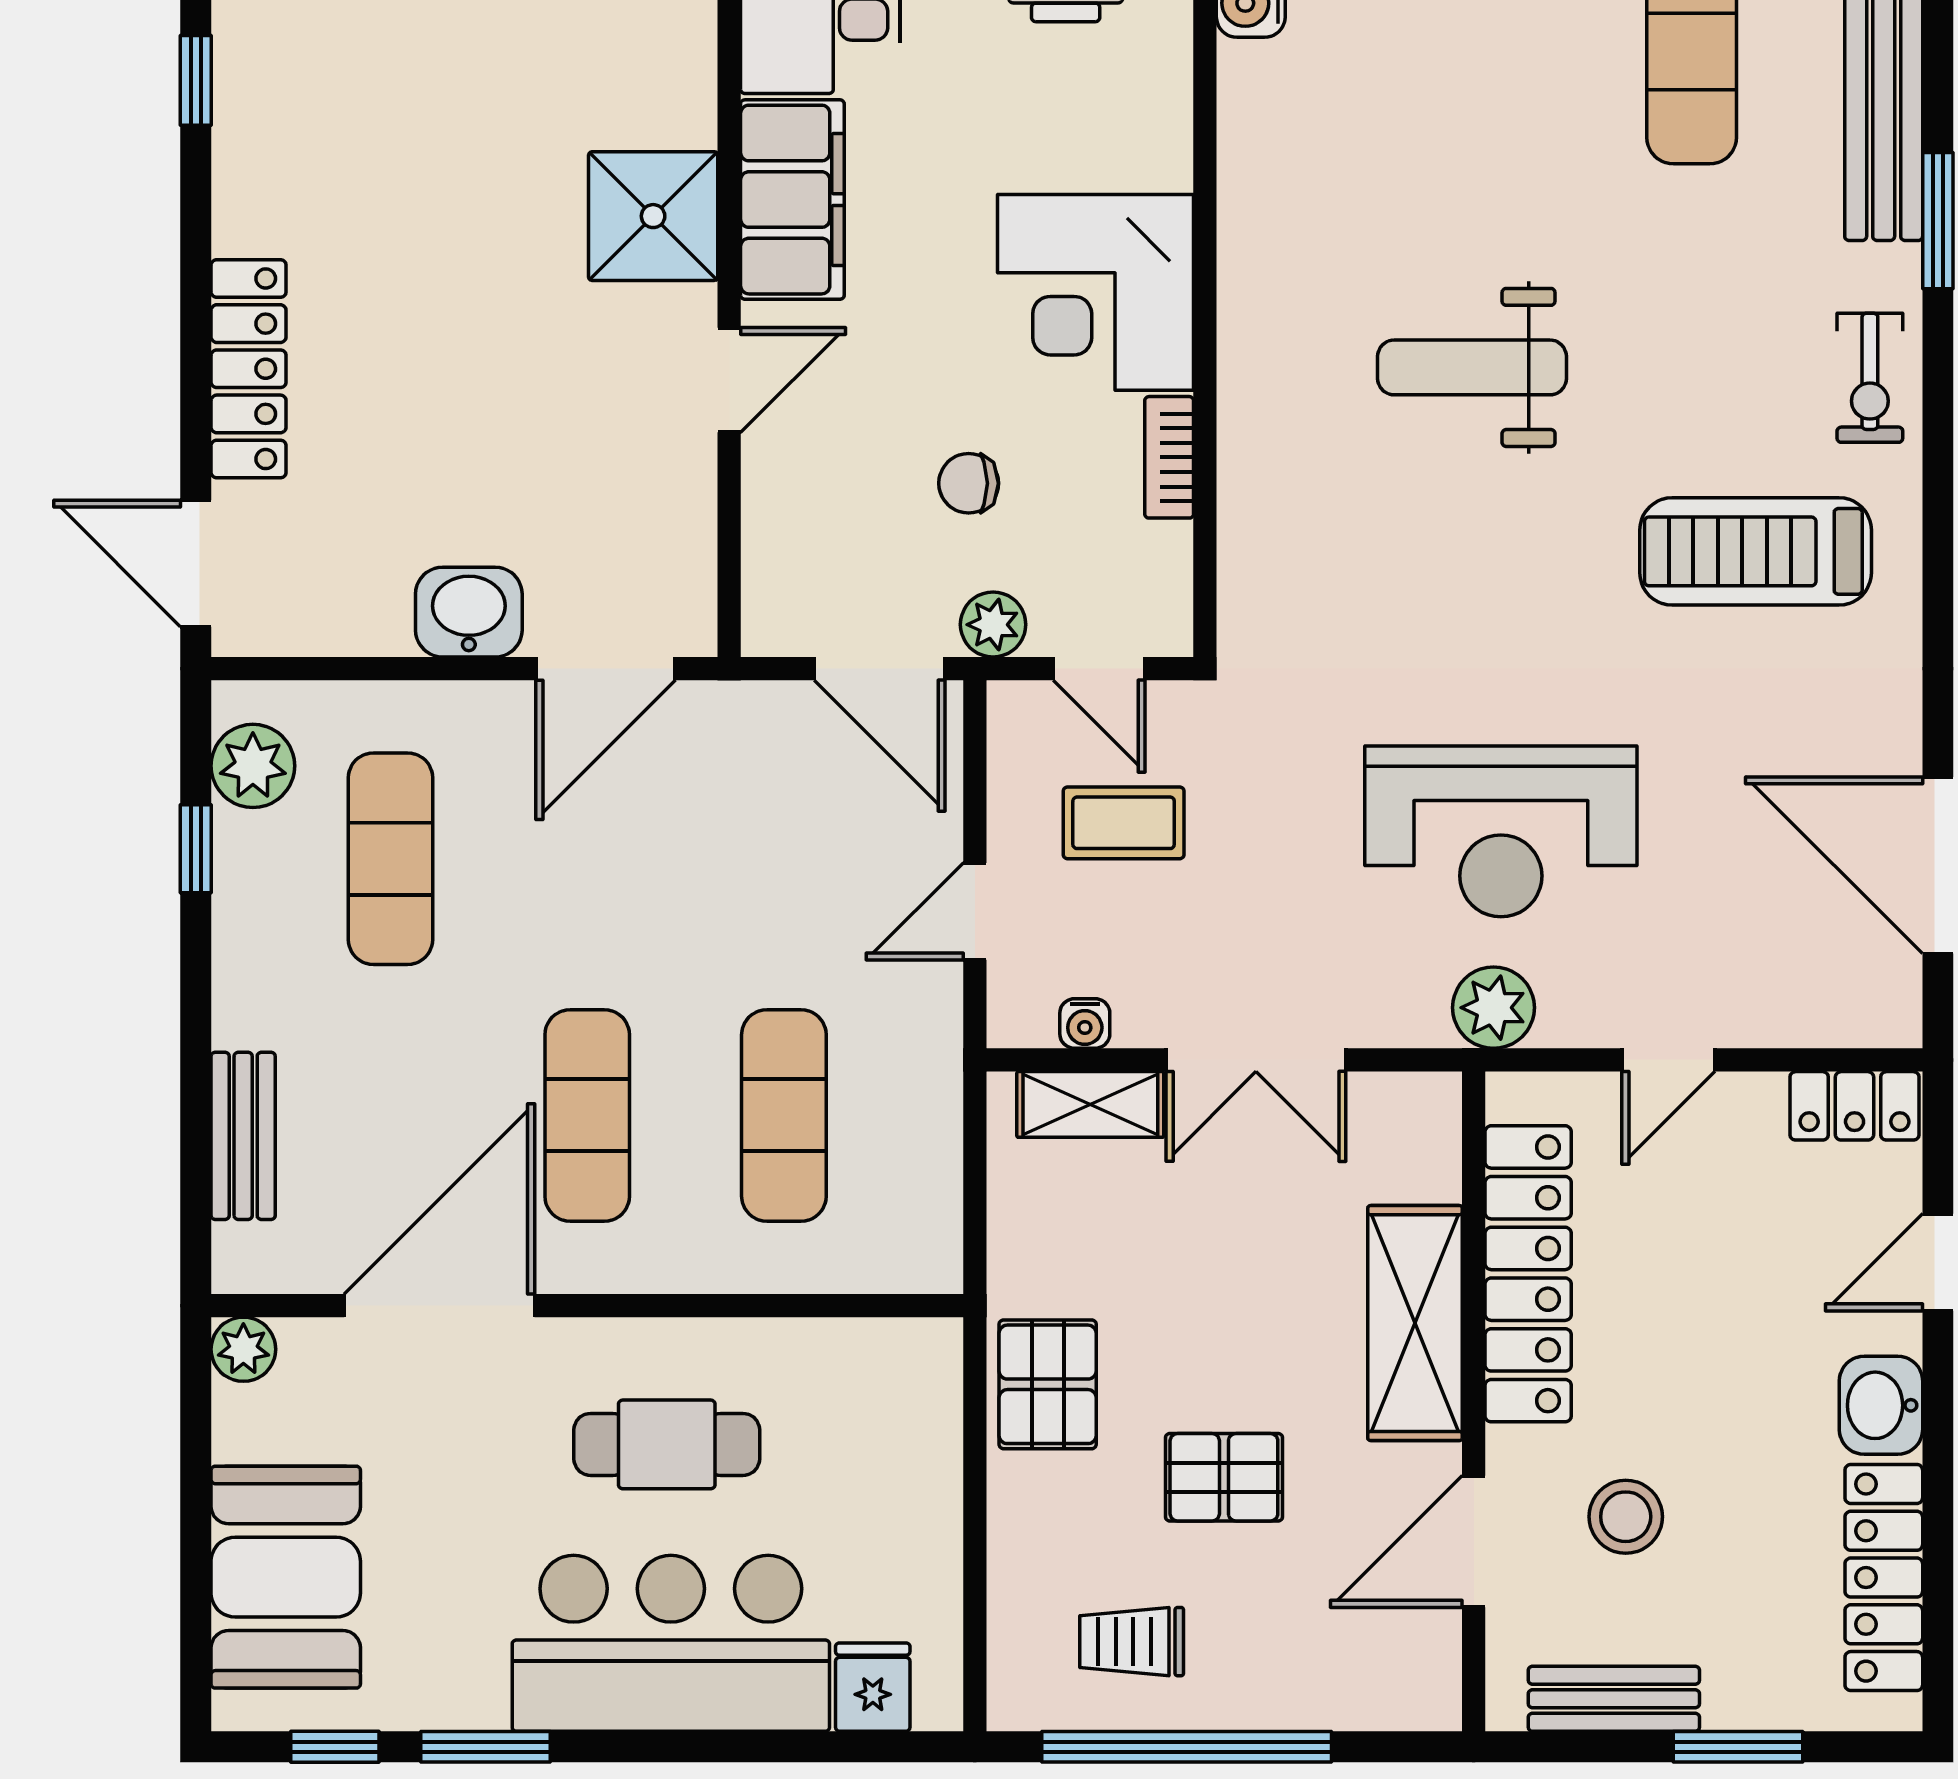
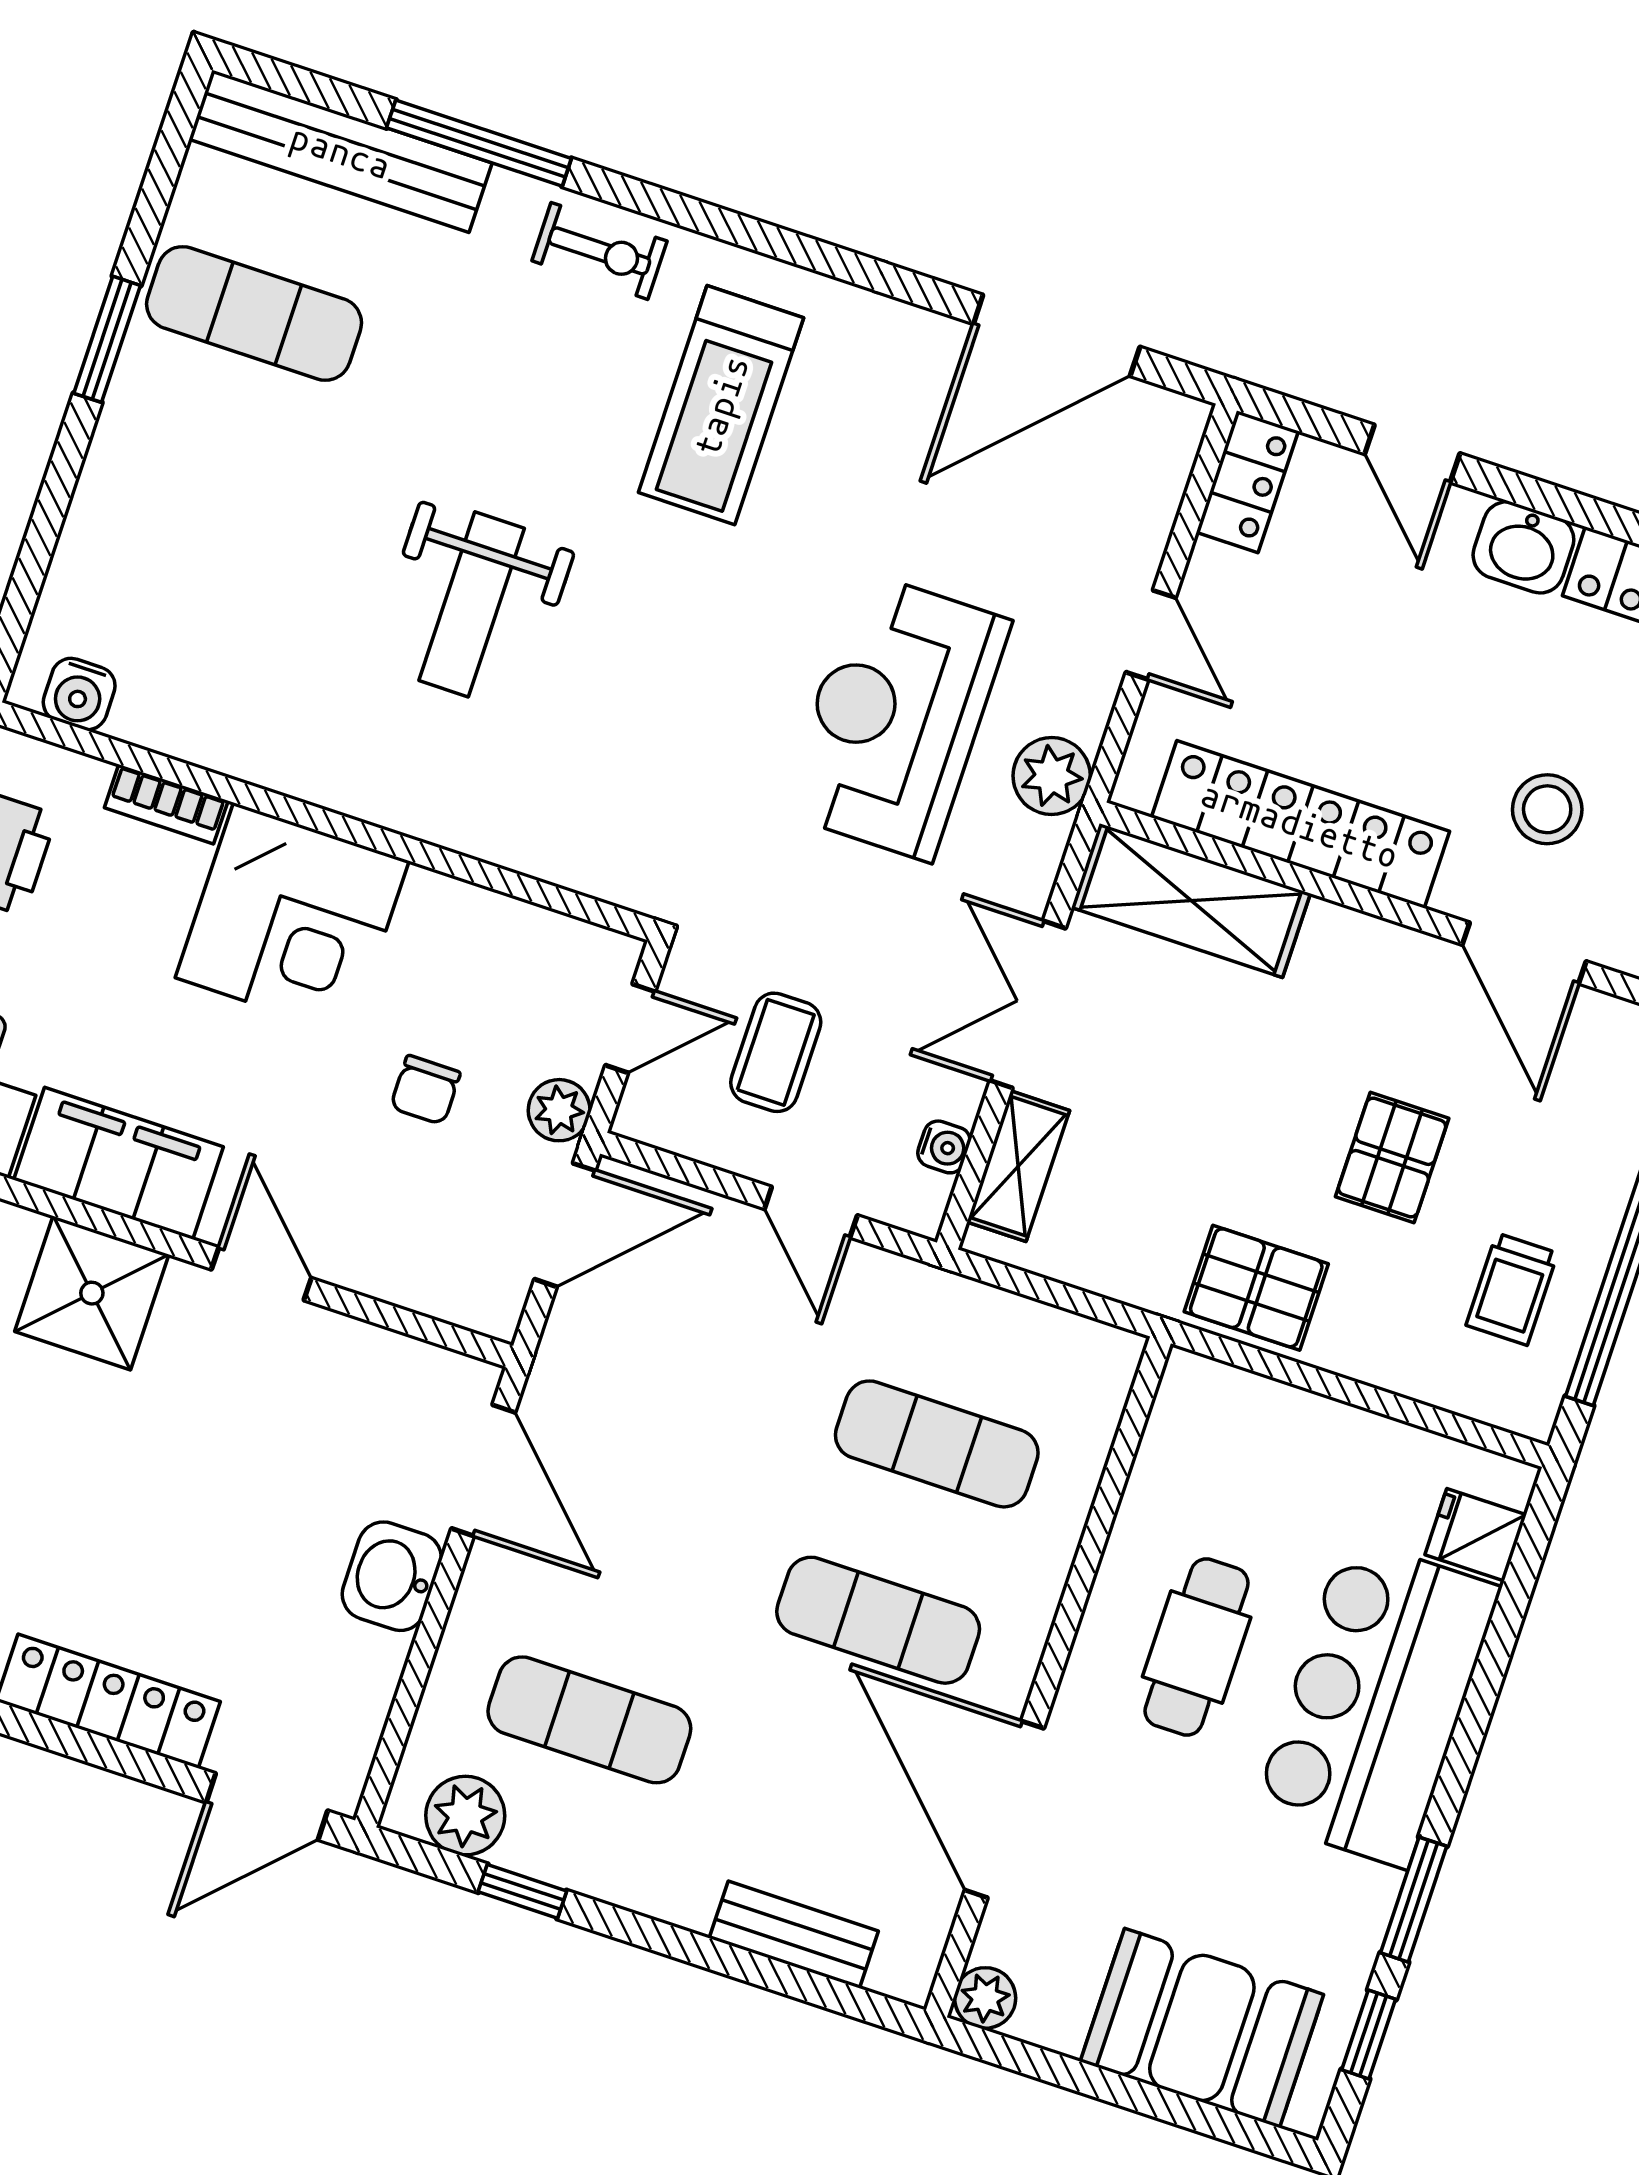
window: (1938, 221) -> (479, 143), width x1.44
bookcase: (1169, 457) -> (166, 804), moved
reception desk: (1501, 831) -> (896, 717), turned 180
double door: (1256, 1060) -> (1028, 1004), swing flipped
shelving: (1415, 1323) -> (1191, 900), moved

